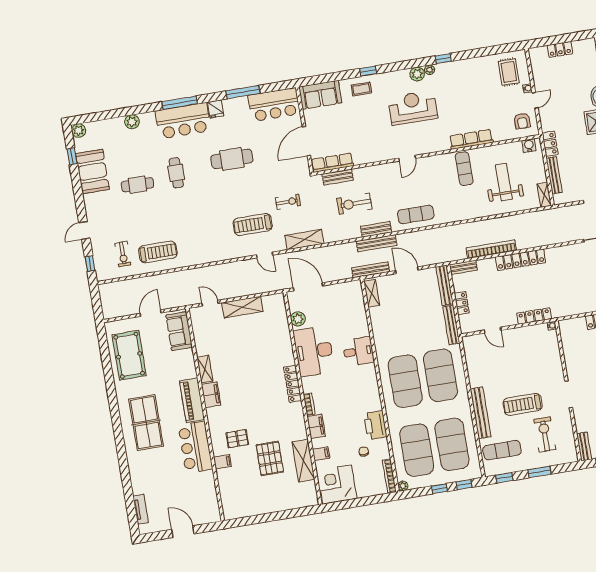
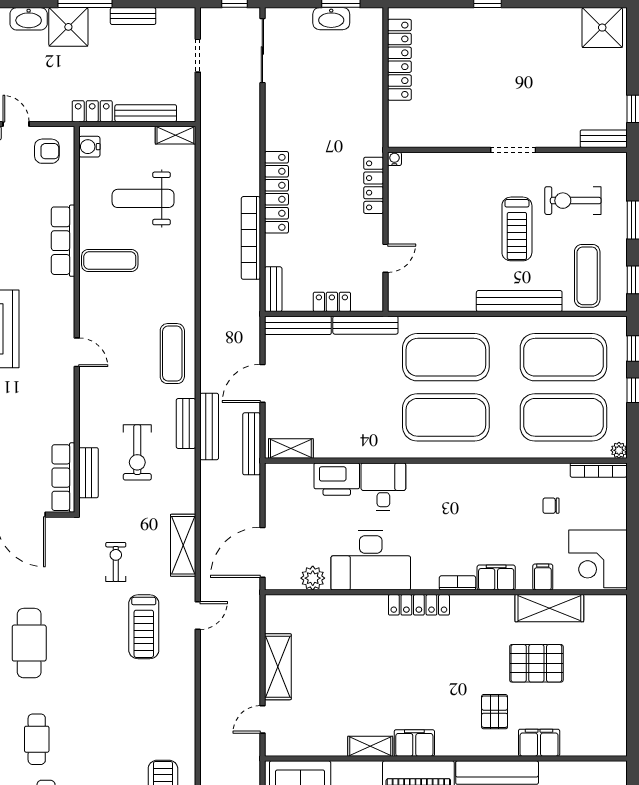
cafe table: (176, 173) -> (37, 739), turned 90
printer: (375, 425) -> (337, 479), moved
filing cabinet: (222, 462) -> (539, 743), width x2.00

